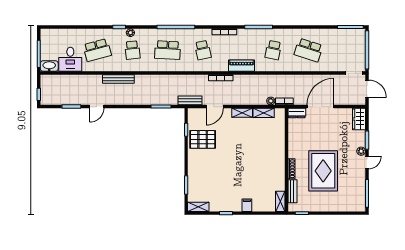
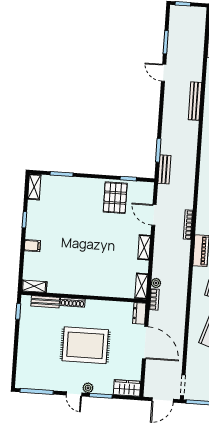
bench: (190, 100) -> (164, 169), moved
shelving: (264, 113) -> (141, 286), moved
rug: (323, 171) -> (85, 345), moved

